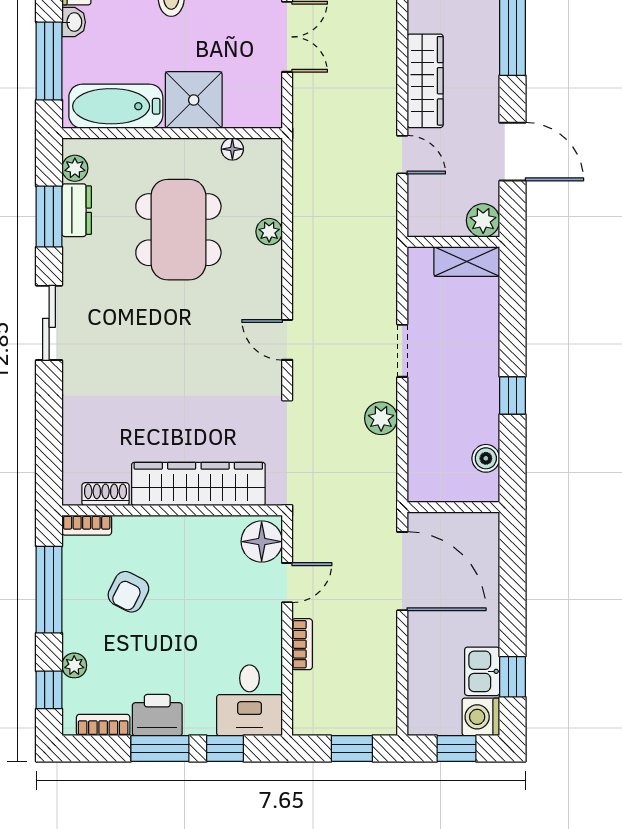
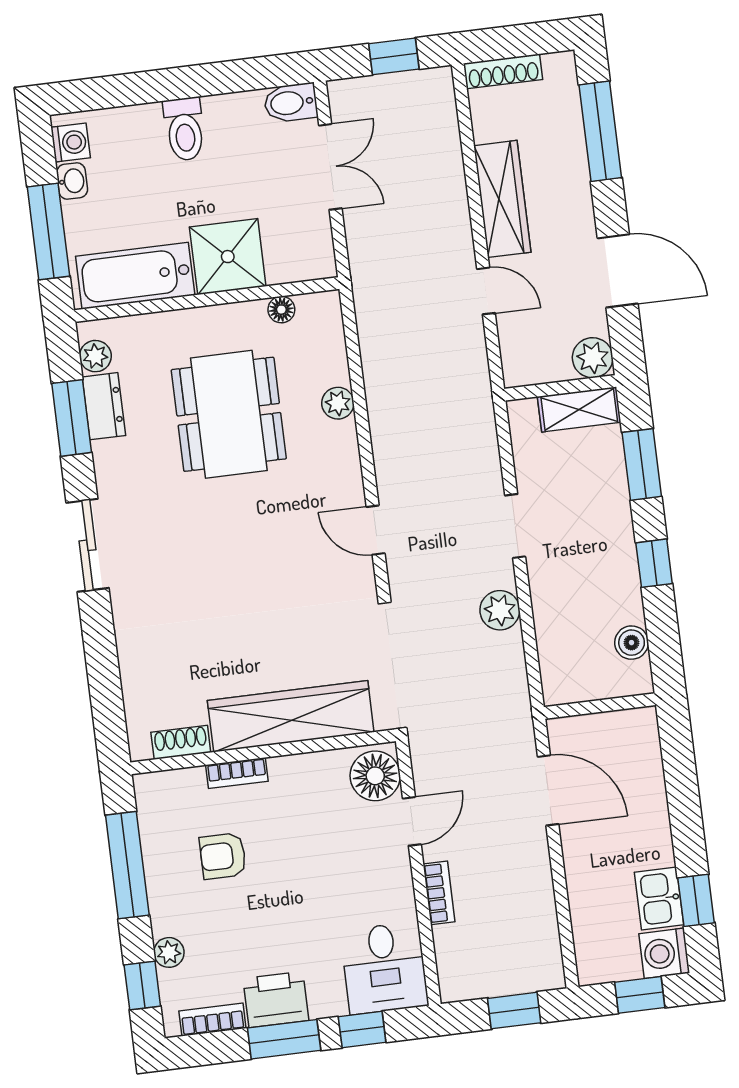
window: (512, 313) -> (642, 464), added
bookcase: (87, 525) -> (237, 773), moved
door: (402, 571) -> (548, 790), width x0.73
armchair: (128, 592) -> (223, 856), turned 63

